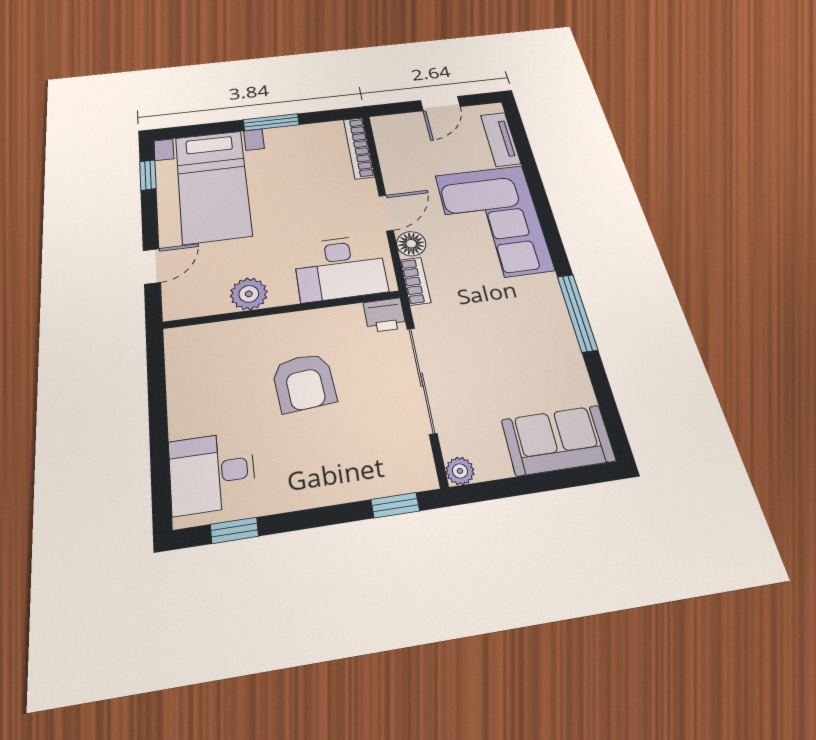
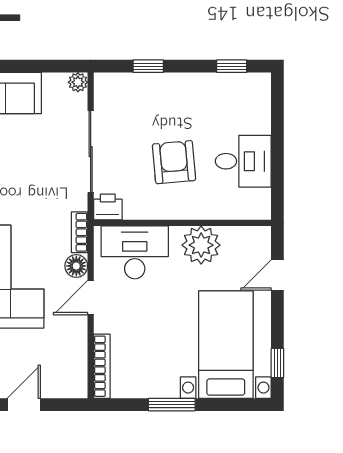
plant: (249, 294) -> (201, 245), width x1.36, depth x1.36
desk: (212, 473) -> (243, 161), moved
window: (395, 505) -> (148, 66), moved

